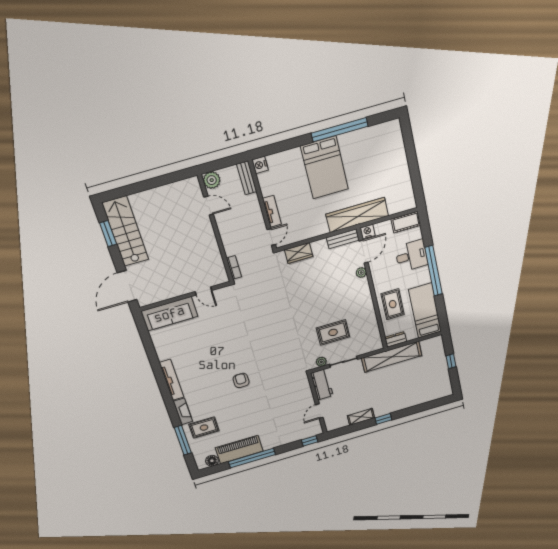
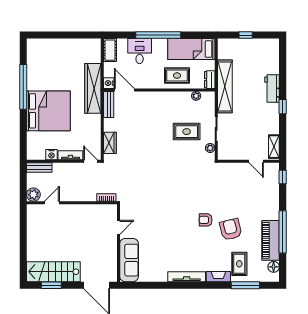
nightstand: (260, 165) -> (51, 155), moved
bed: (325, 168) -> (48, 111), width x1.36
plant: (361, 273) -> (196, 96), moved
rug: (333, 332) -> (187, 132), turned 90
workbench: (322, 384) -> (272, 89), moved, turned -90
armchair: (239, 408) -> (231, 229), added
shelving: (361, 417) -> (274, 147), moved

